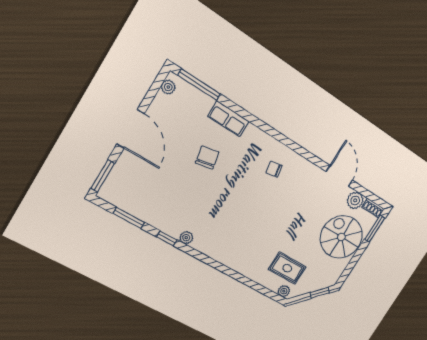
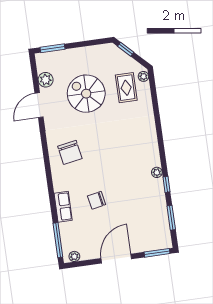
chair: (274, 169) -> (70, 152), width x1.87, depth x1.87
shoe rack: (373, 208) -> (40, 62), removed
spiral stairs: (341, 237) -> (86, 94), moved, turned 90

